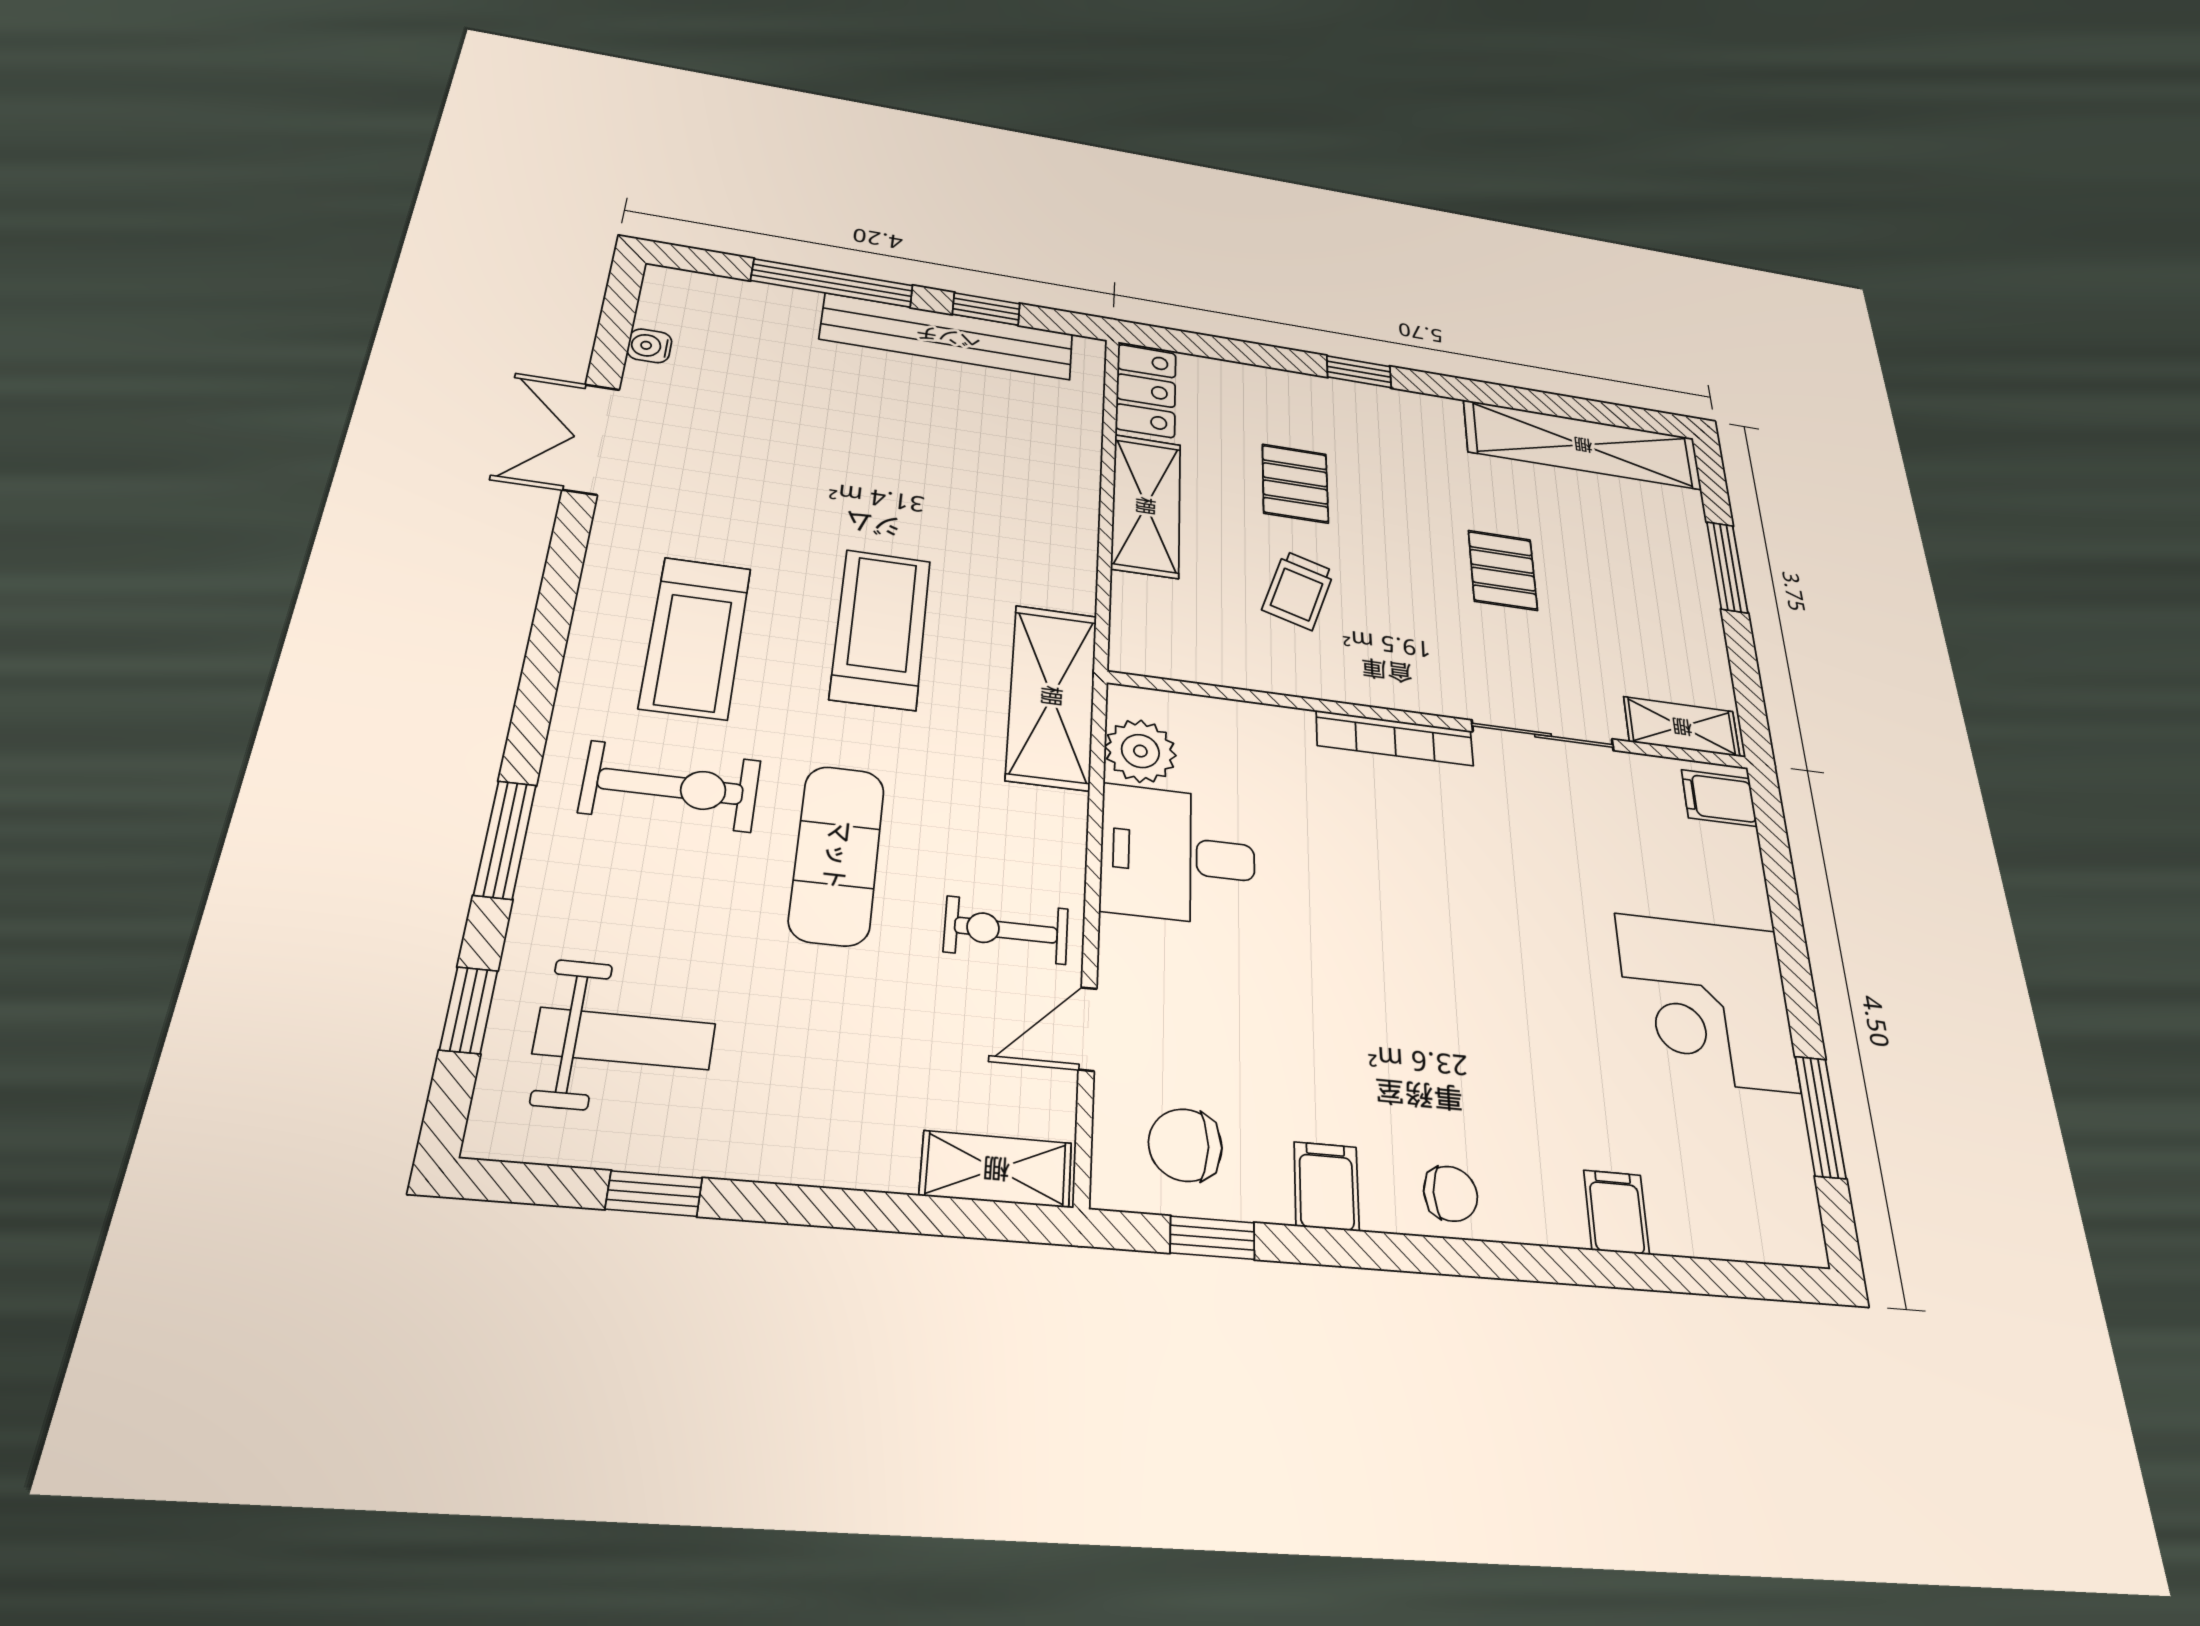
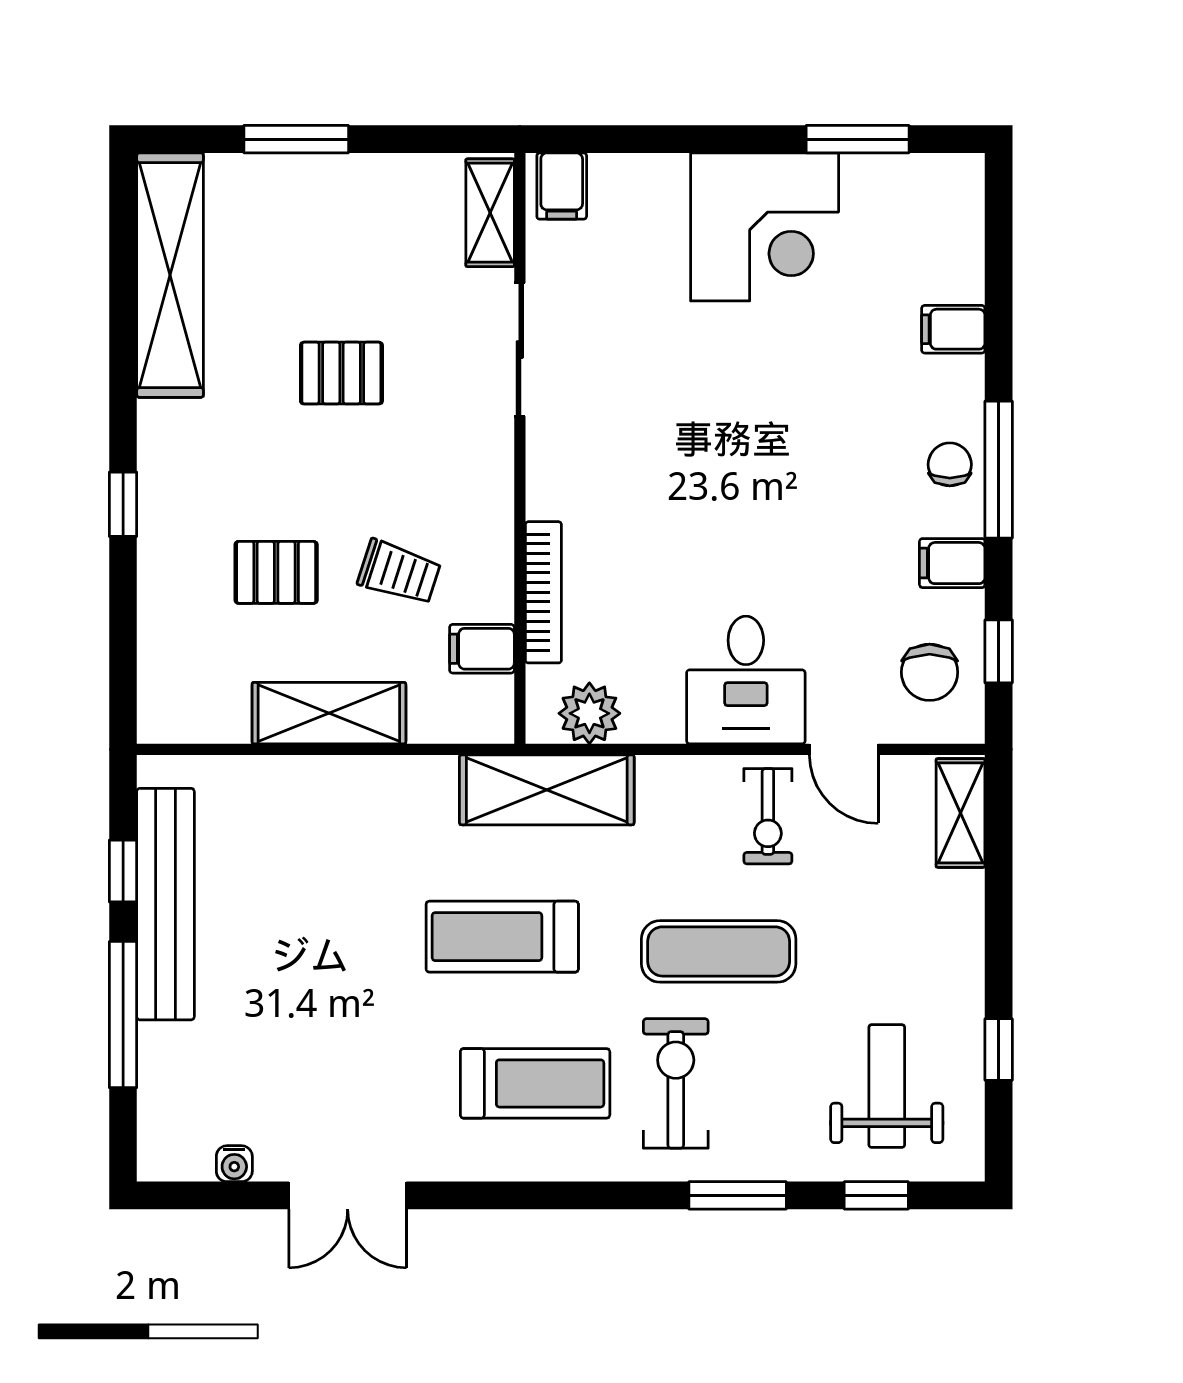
locker: (1146, 391) -> (192, 716), removed
filing cabinet: (1216, 655) -> (482, 649), added
bookcase: (1395, 738) -> (543, 592), moved
desk: (1178, 855) -> (746, 680), moved
window: (1448, 1256) -> (999, 470), added

